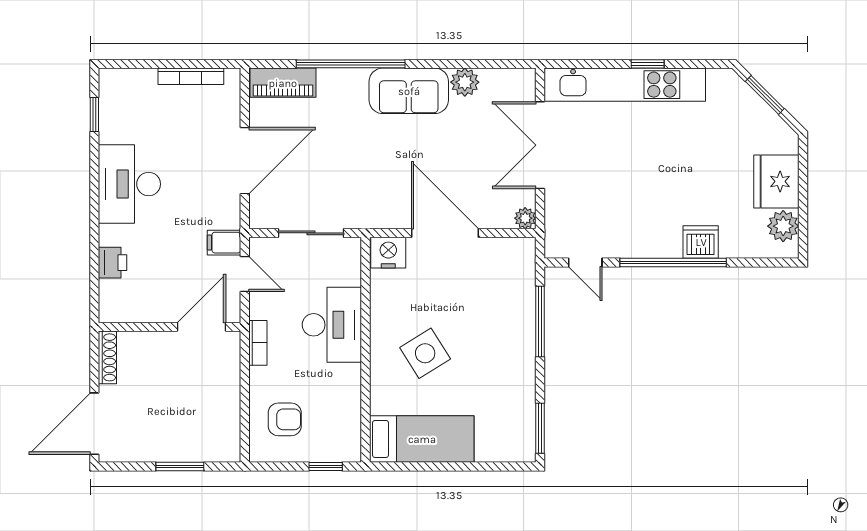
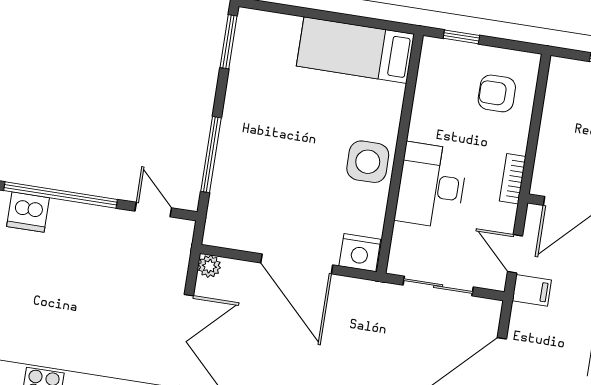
side table: (425, 353) -> (368, 162), moved, turned 32

